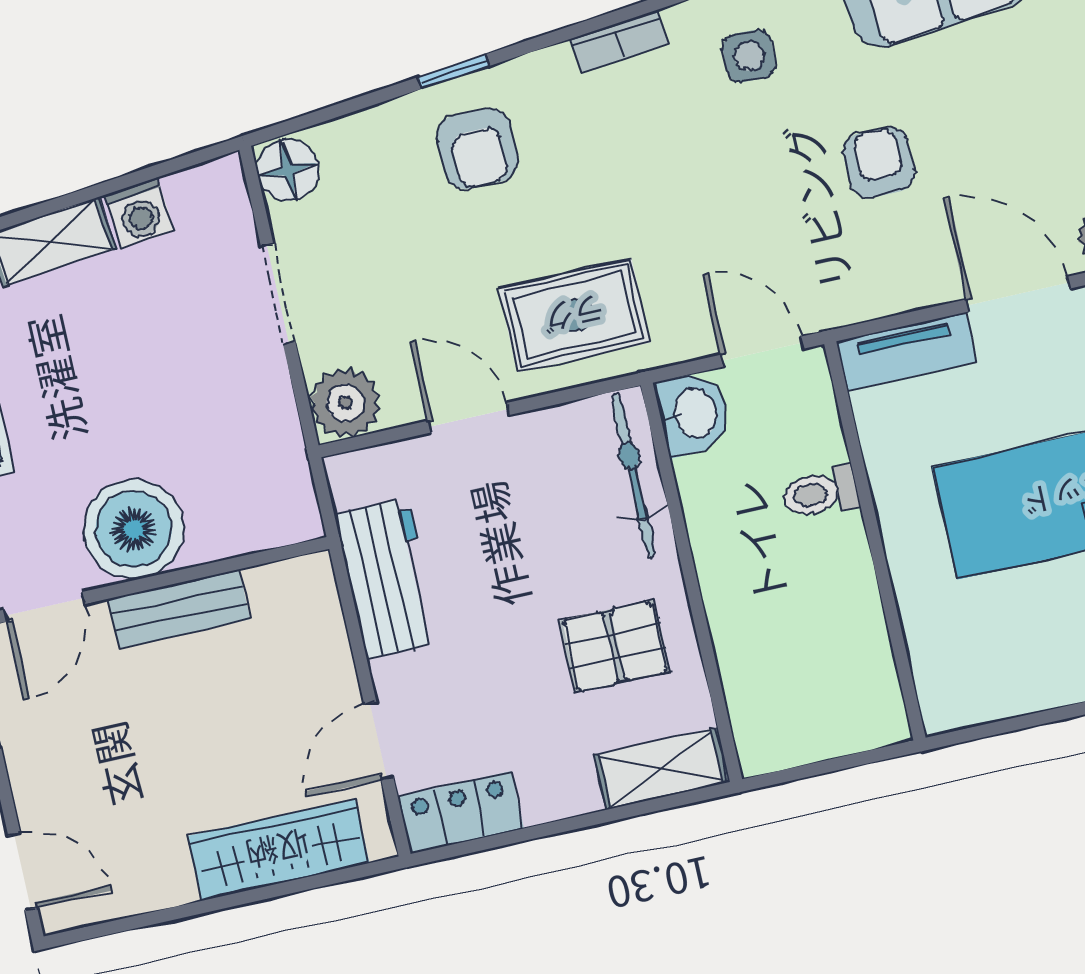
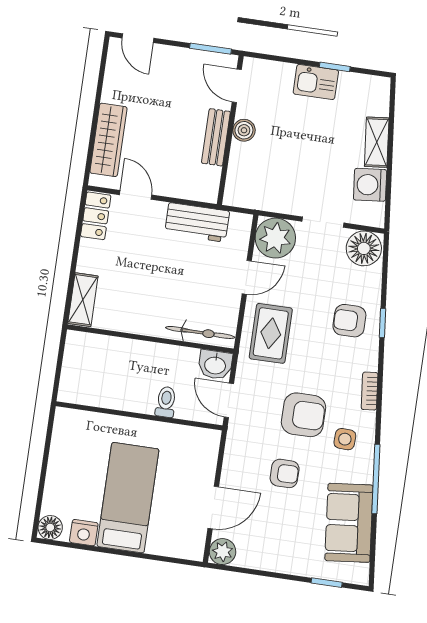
floor lamp: (288, 170) -> (364, 248), width x1.38, depth x1.38
armchair: (730, 170) -> (303, 415), added
washing machine: (139, 213) -> (370, 185), width x1.38, depth x1.38
tv unit: (906, 351) -> (208, 456), removed
door: (762, 352) -> (229, 400), swing flipped
plant: (345, 403) -> (275, 238), width x1.36, depth x1.36
boiler: (134, 529) -> (244, 130), width x0.54, depth x0.54
pallet: (614, 646) -> (137, 300), removed
door: (23, 871) -> (138, 38), hinge flipped

